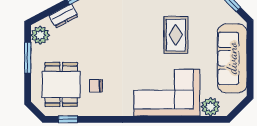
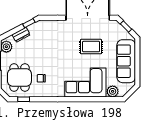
rug: (176, 35) -> (91, 47), turned 90

